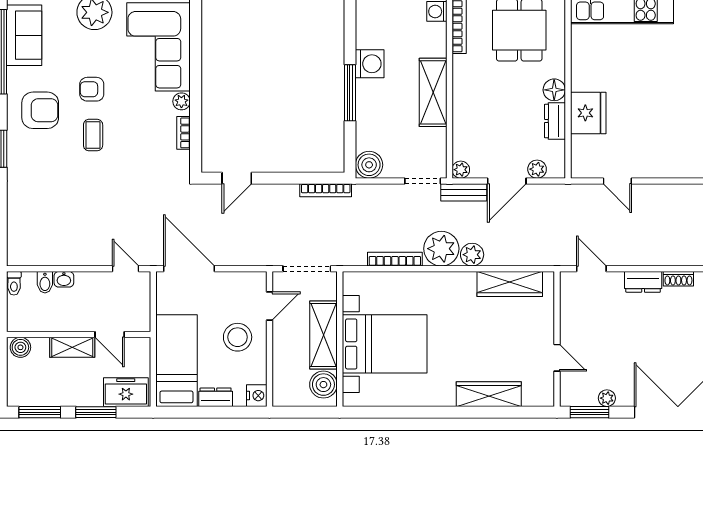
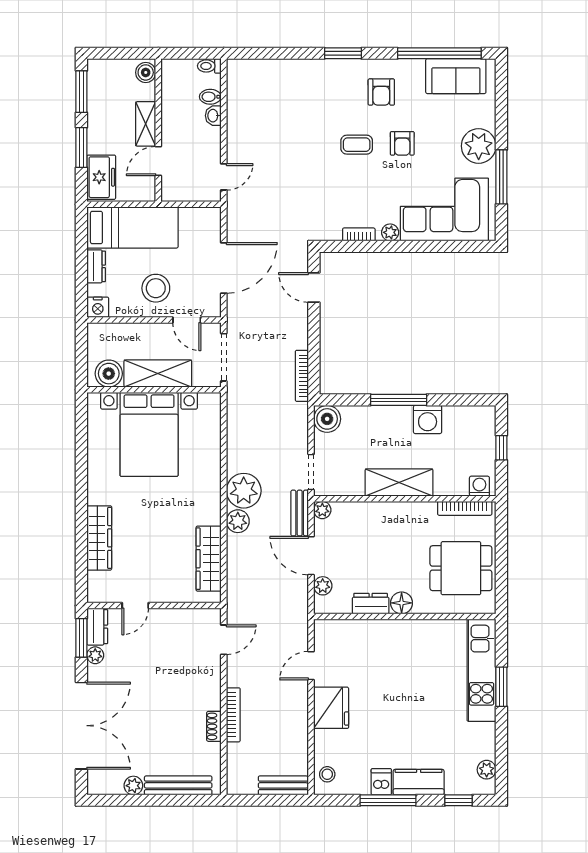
armchair: (92, 89) -> (402, 143), turned 180
armchair: (40, 110) -> (381, 92), width x0.72, depth x0.72
fridge: (588, 113) -> (331, 708), moved, turned -90
bookcase: (395, 259) -> (233, 715), moved
door: (189, 269) -> (224, 268), moved
dresser: (643, 282) -> (97, 627), moved, turned 180

